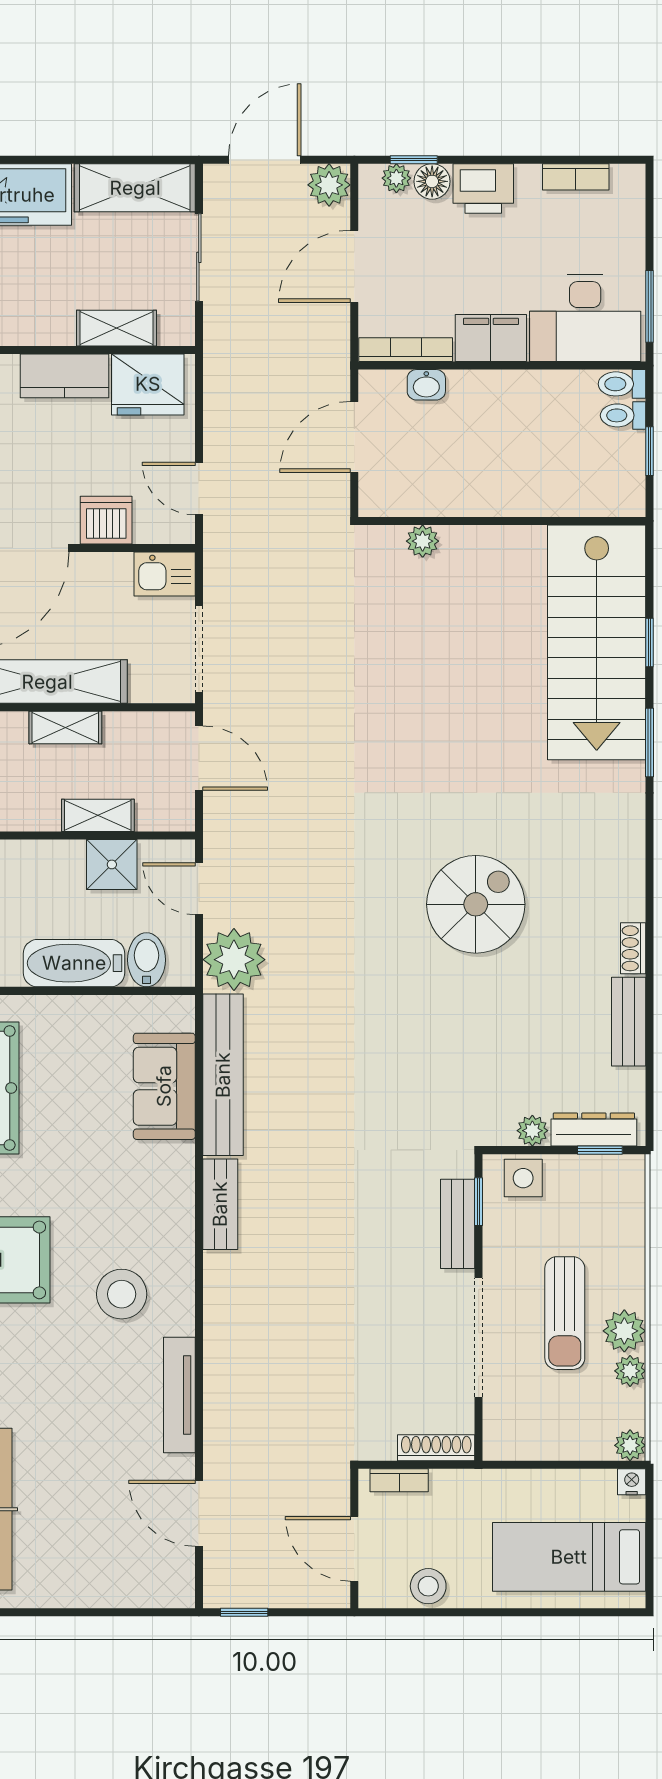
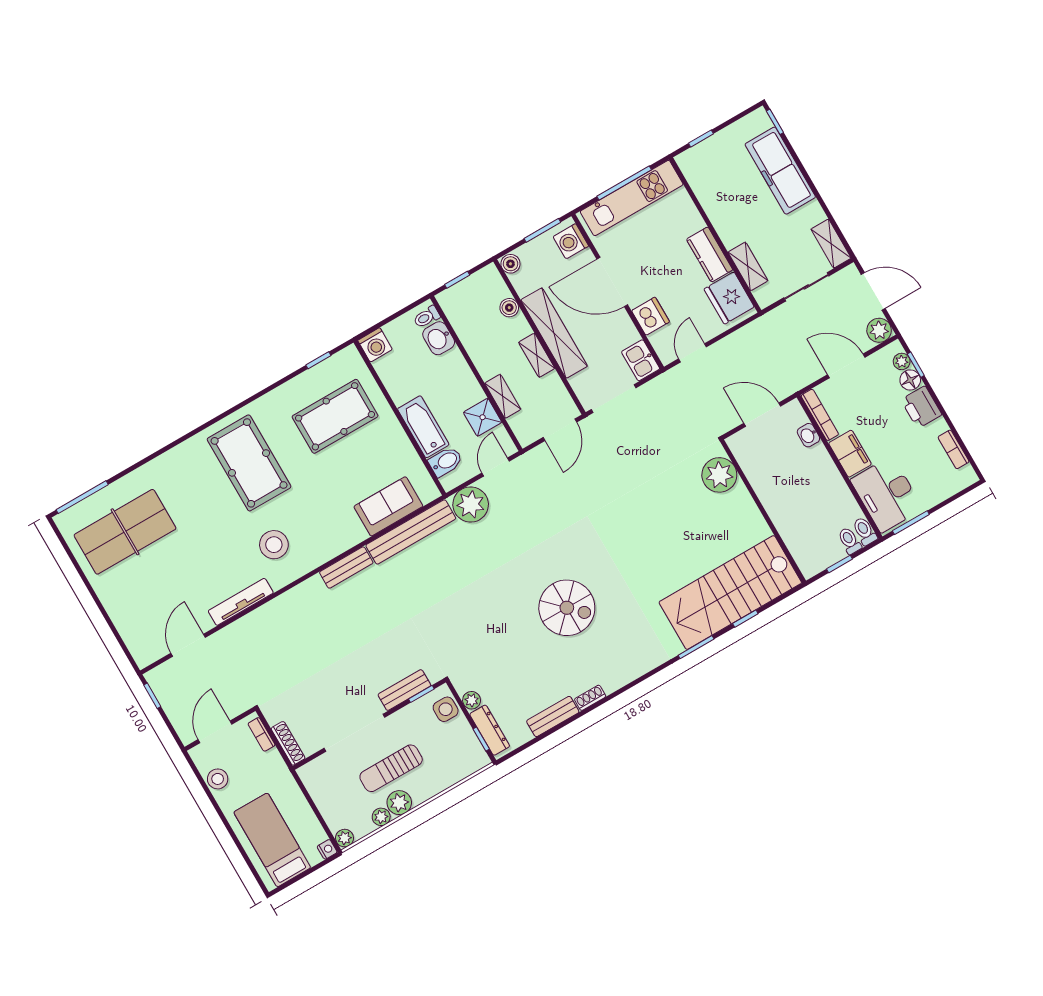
shelving: (135, 188) -> (831, 244), width x0.67, depth x0.75
plant: (423, 541) -> (719, 475), width x1.87, depth x1.87

